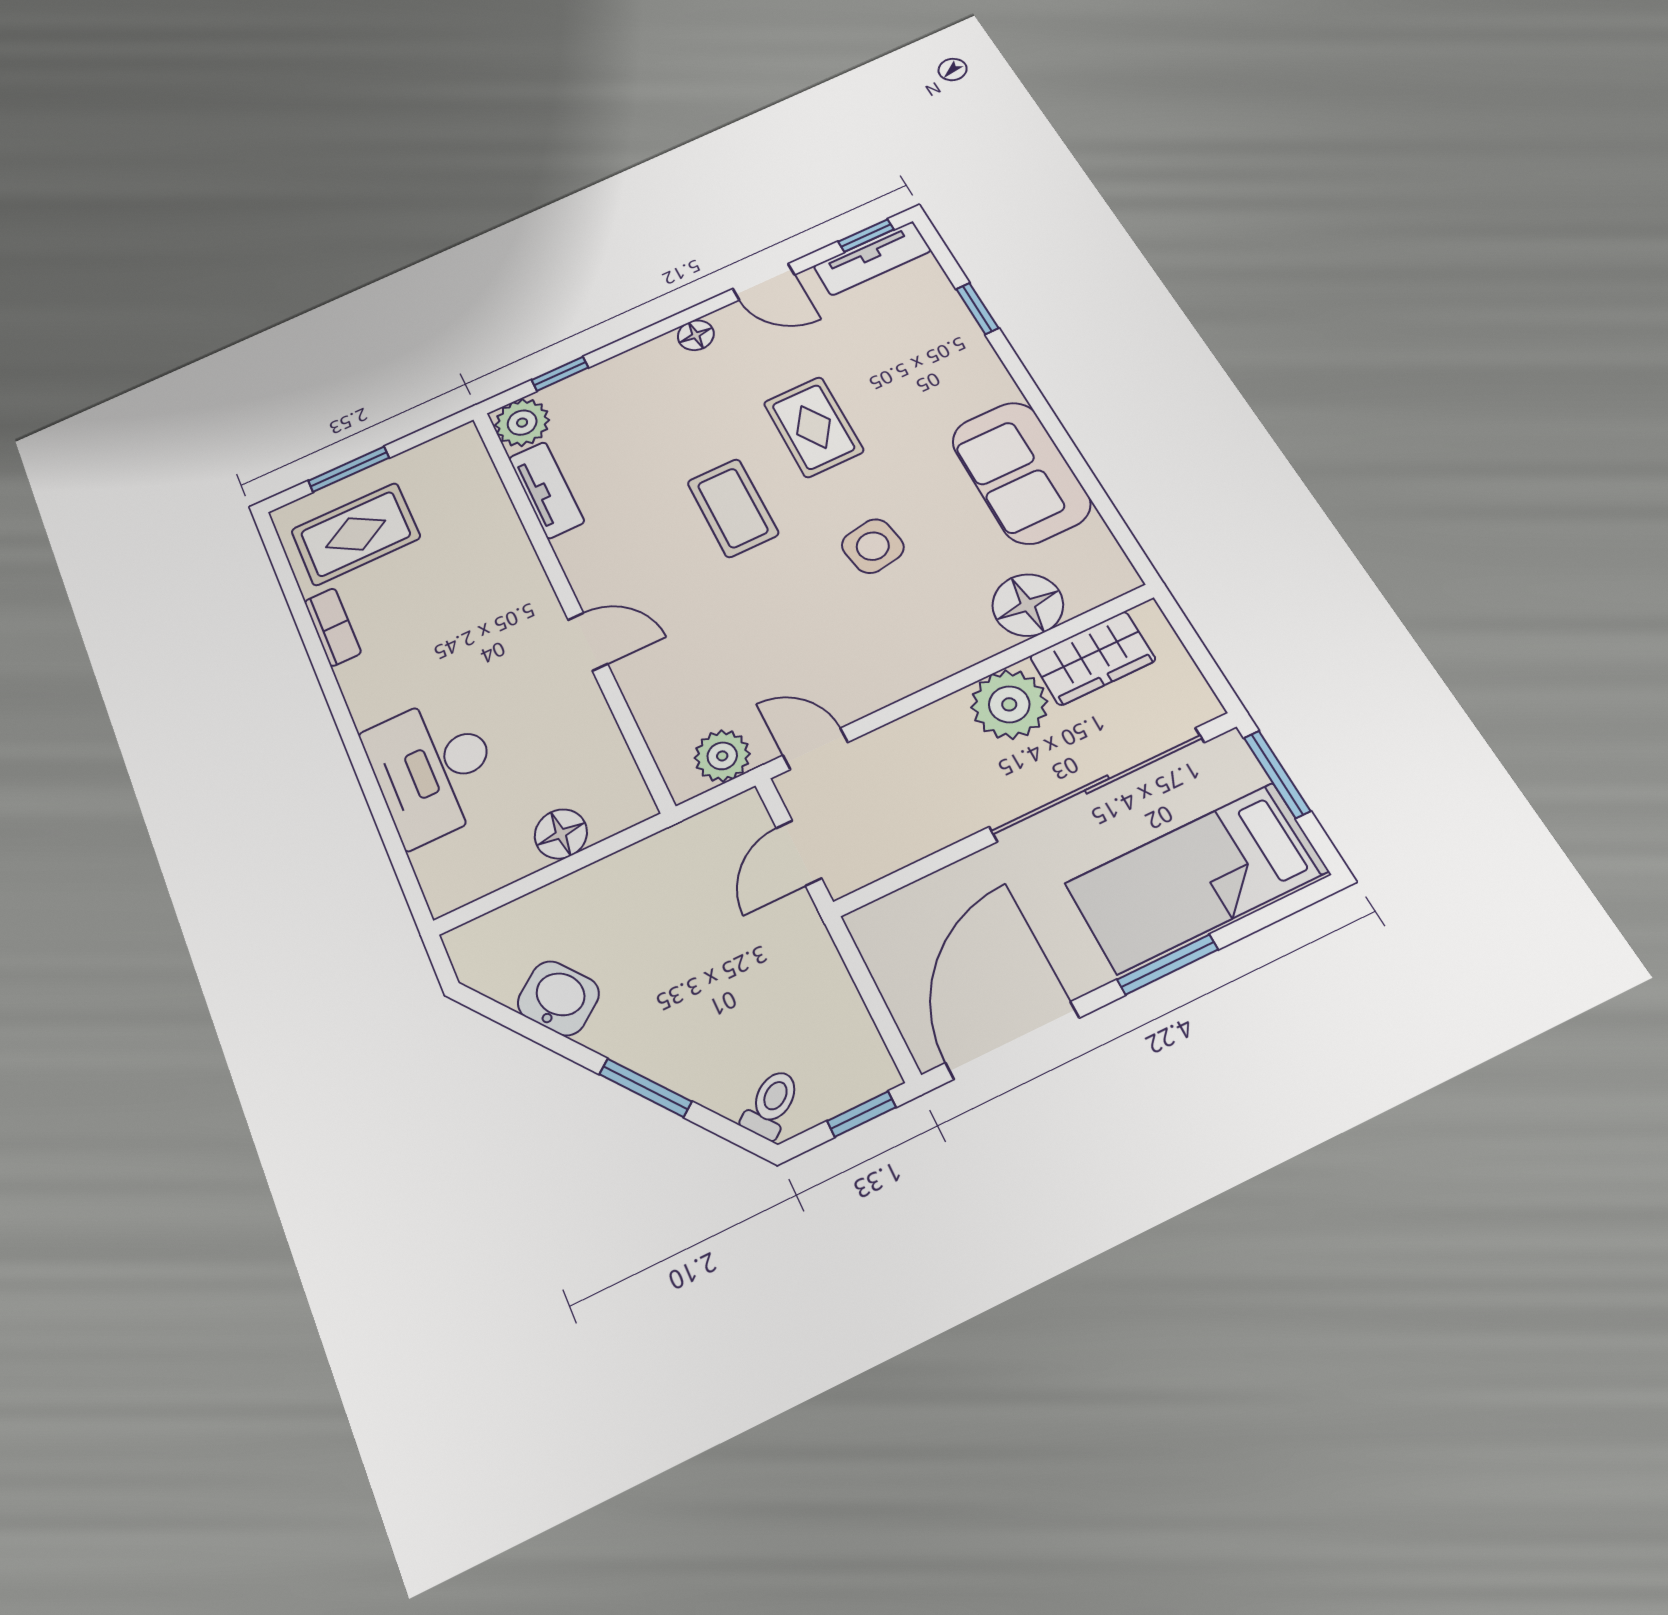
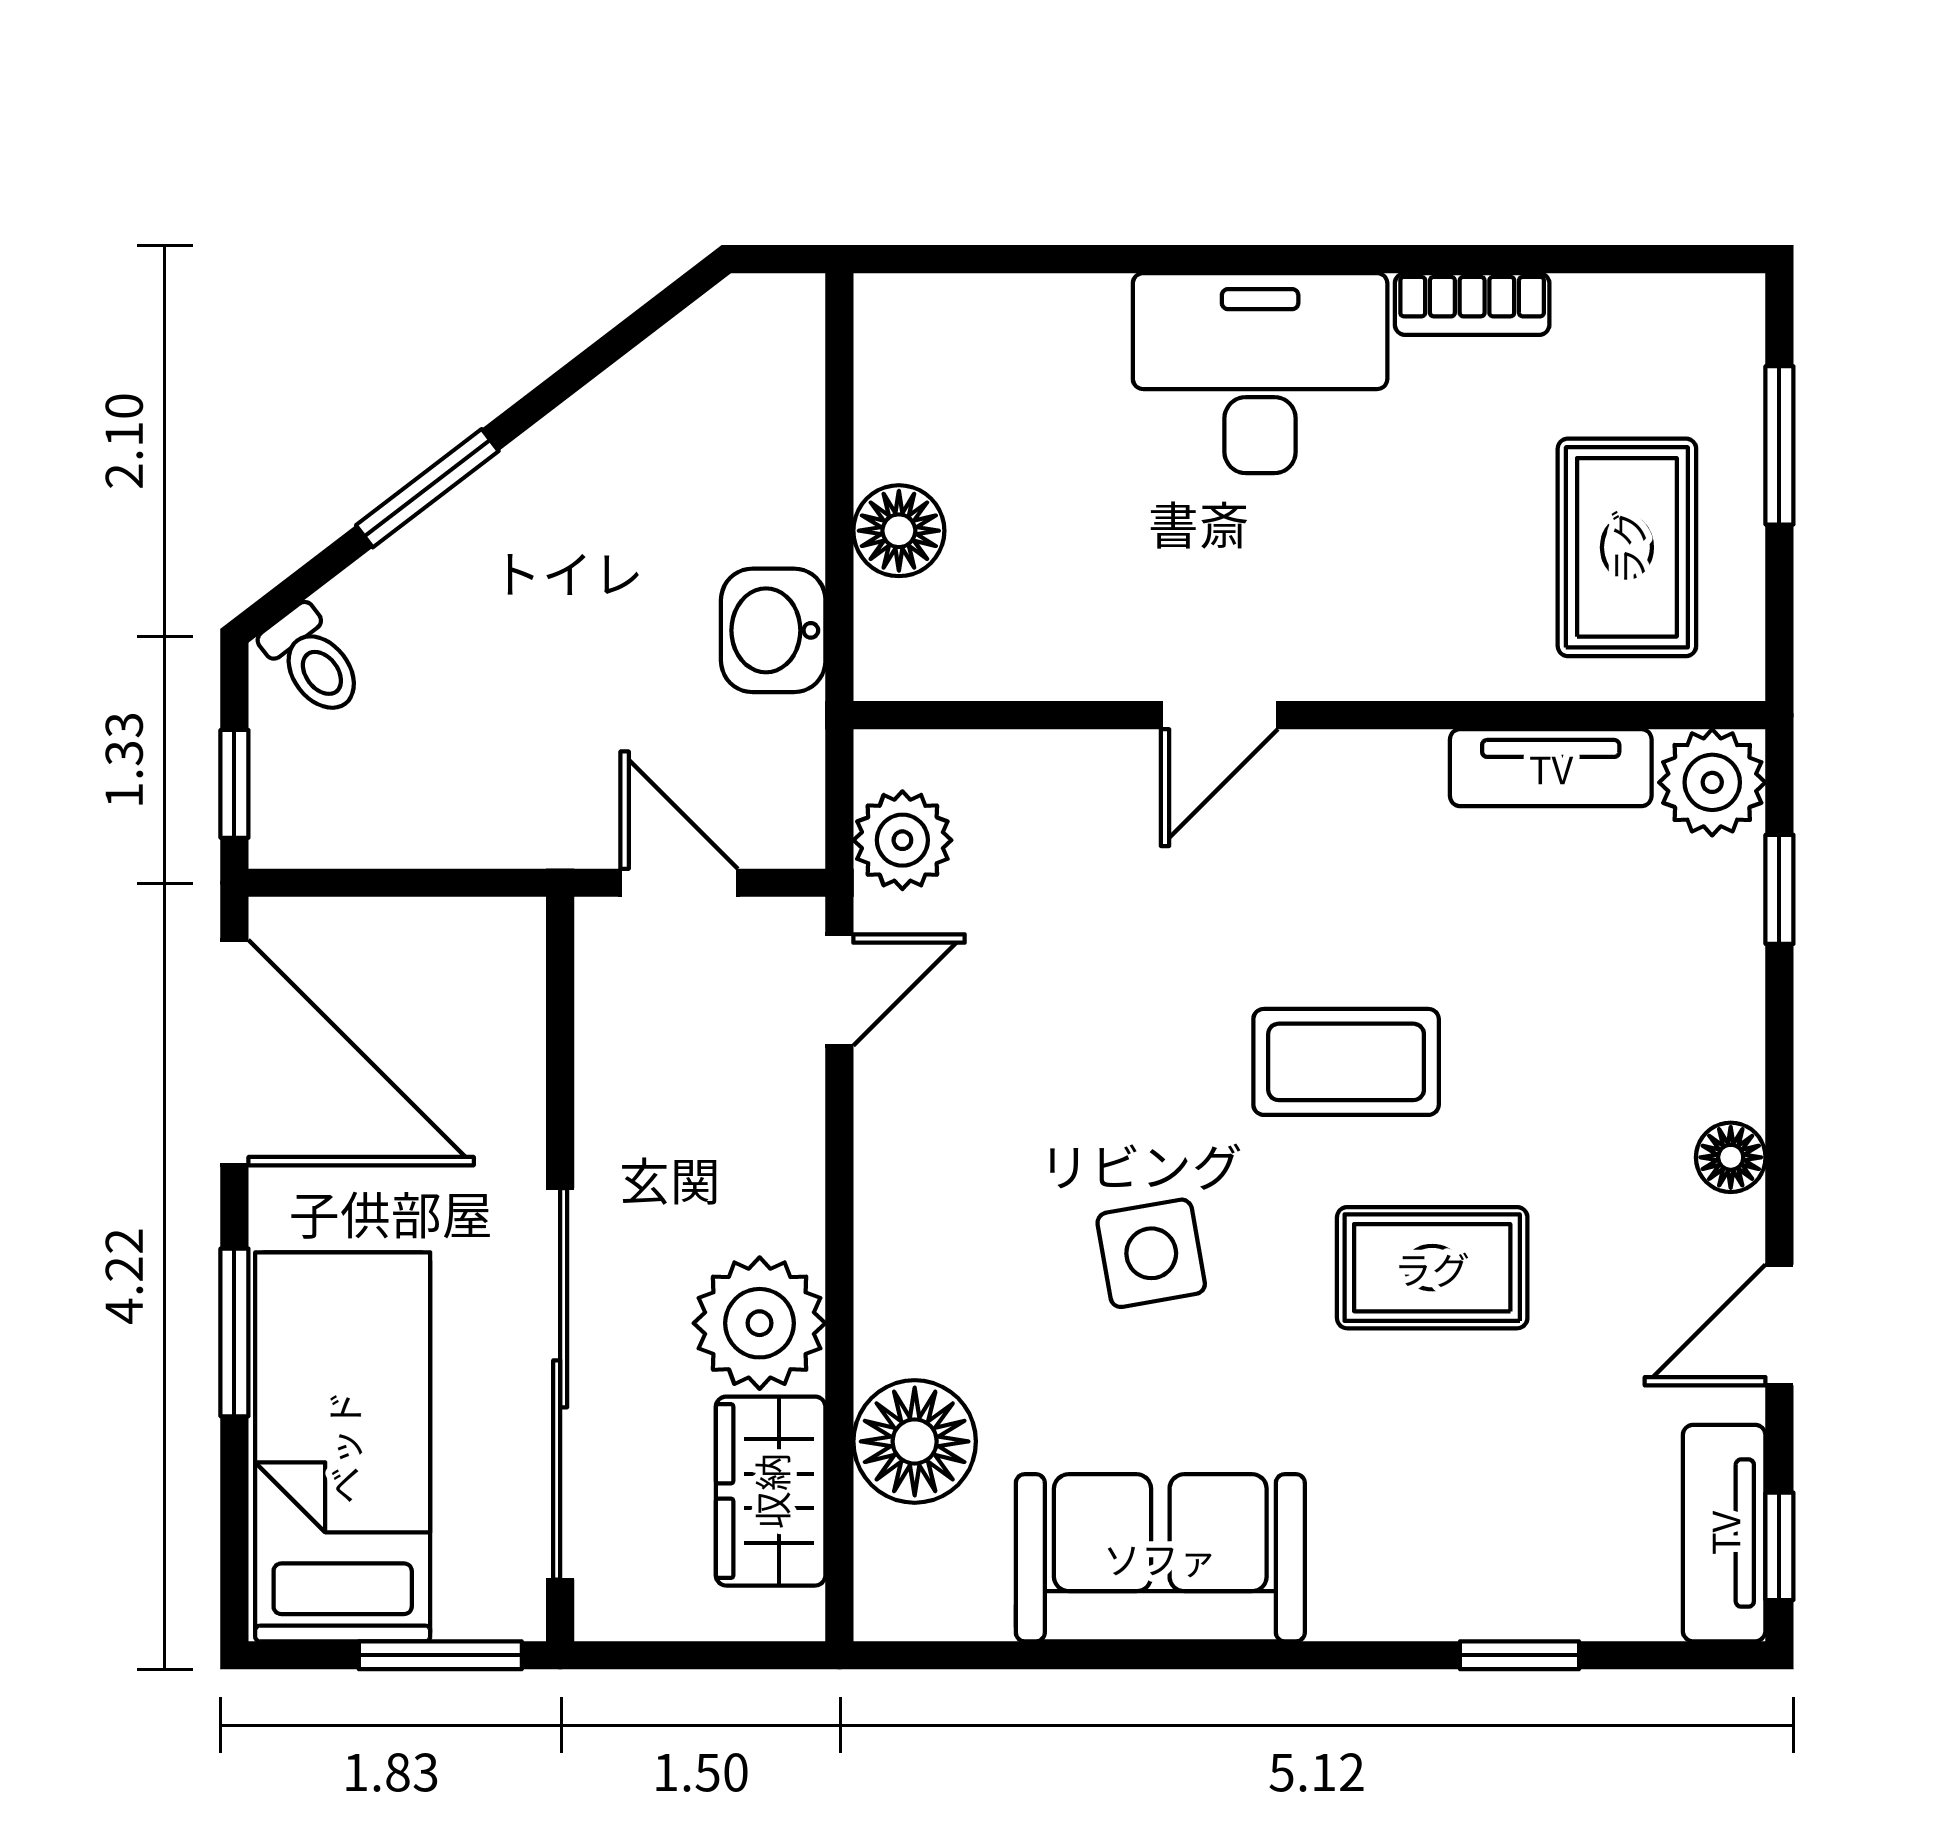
rug: (356, 534) -> (1627, 547), moved
desk: (433, 769) -> (1260, 373), moved
washbasin: (558, 998) -> (773, 630), moved, turned 127

